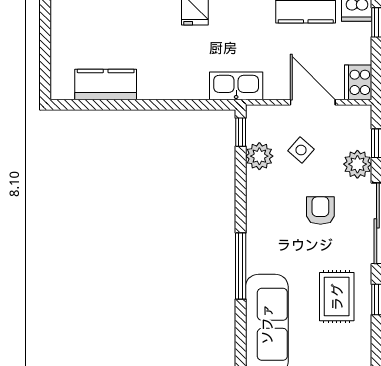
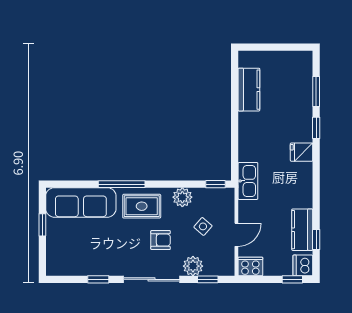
door: (313, 102) -> (236, 235), width x0.73
plant: (259, 156) -> (182, 197), moved
rug: (337, 297) -> (142, 206), moved

